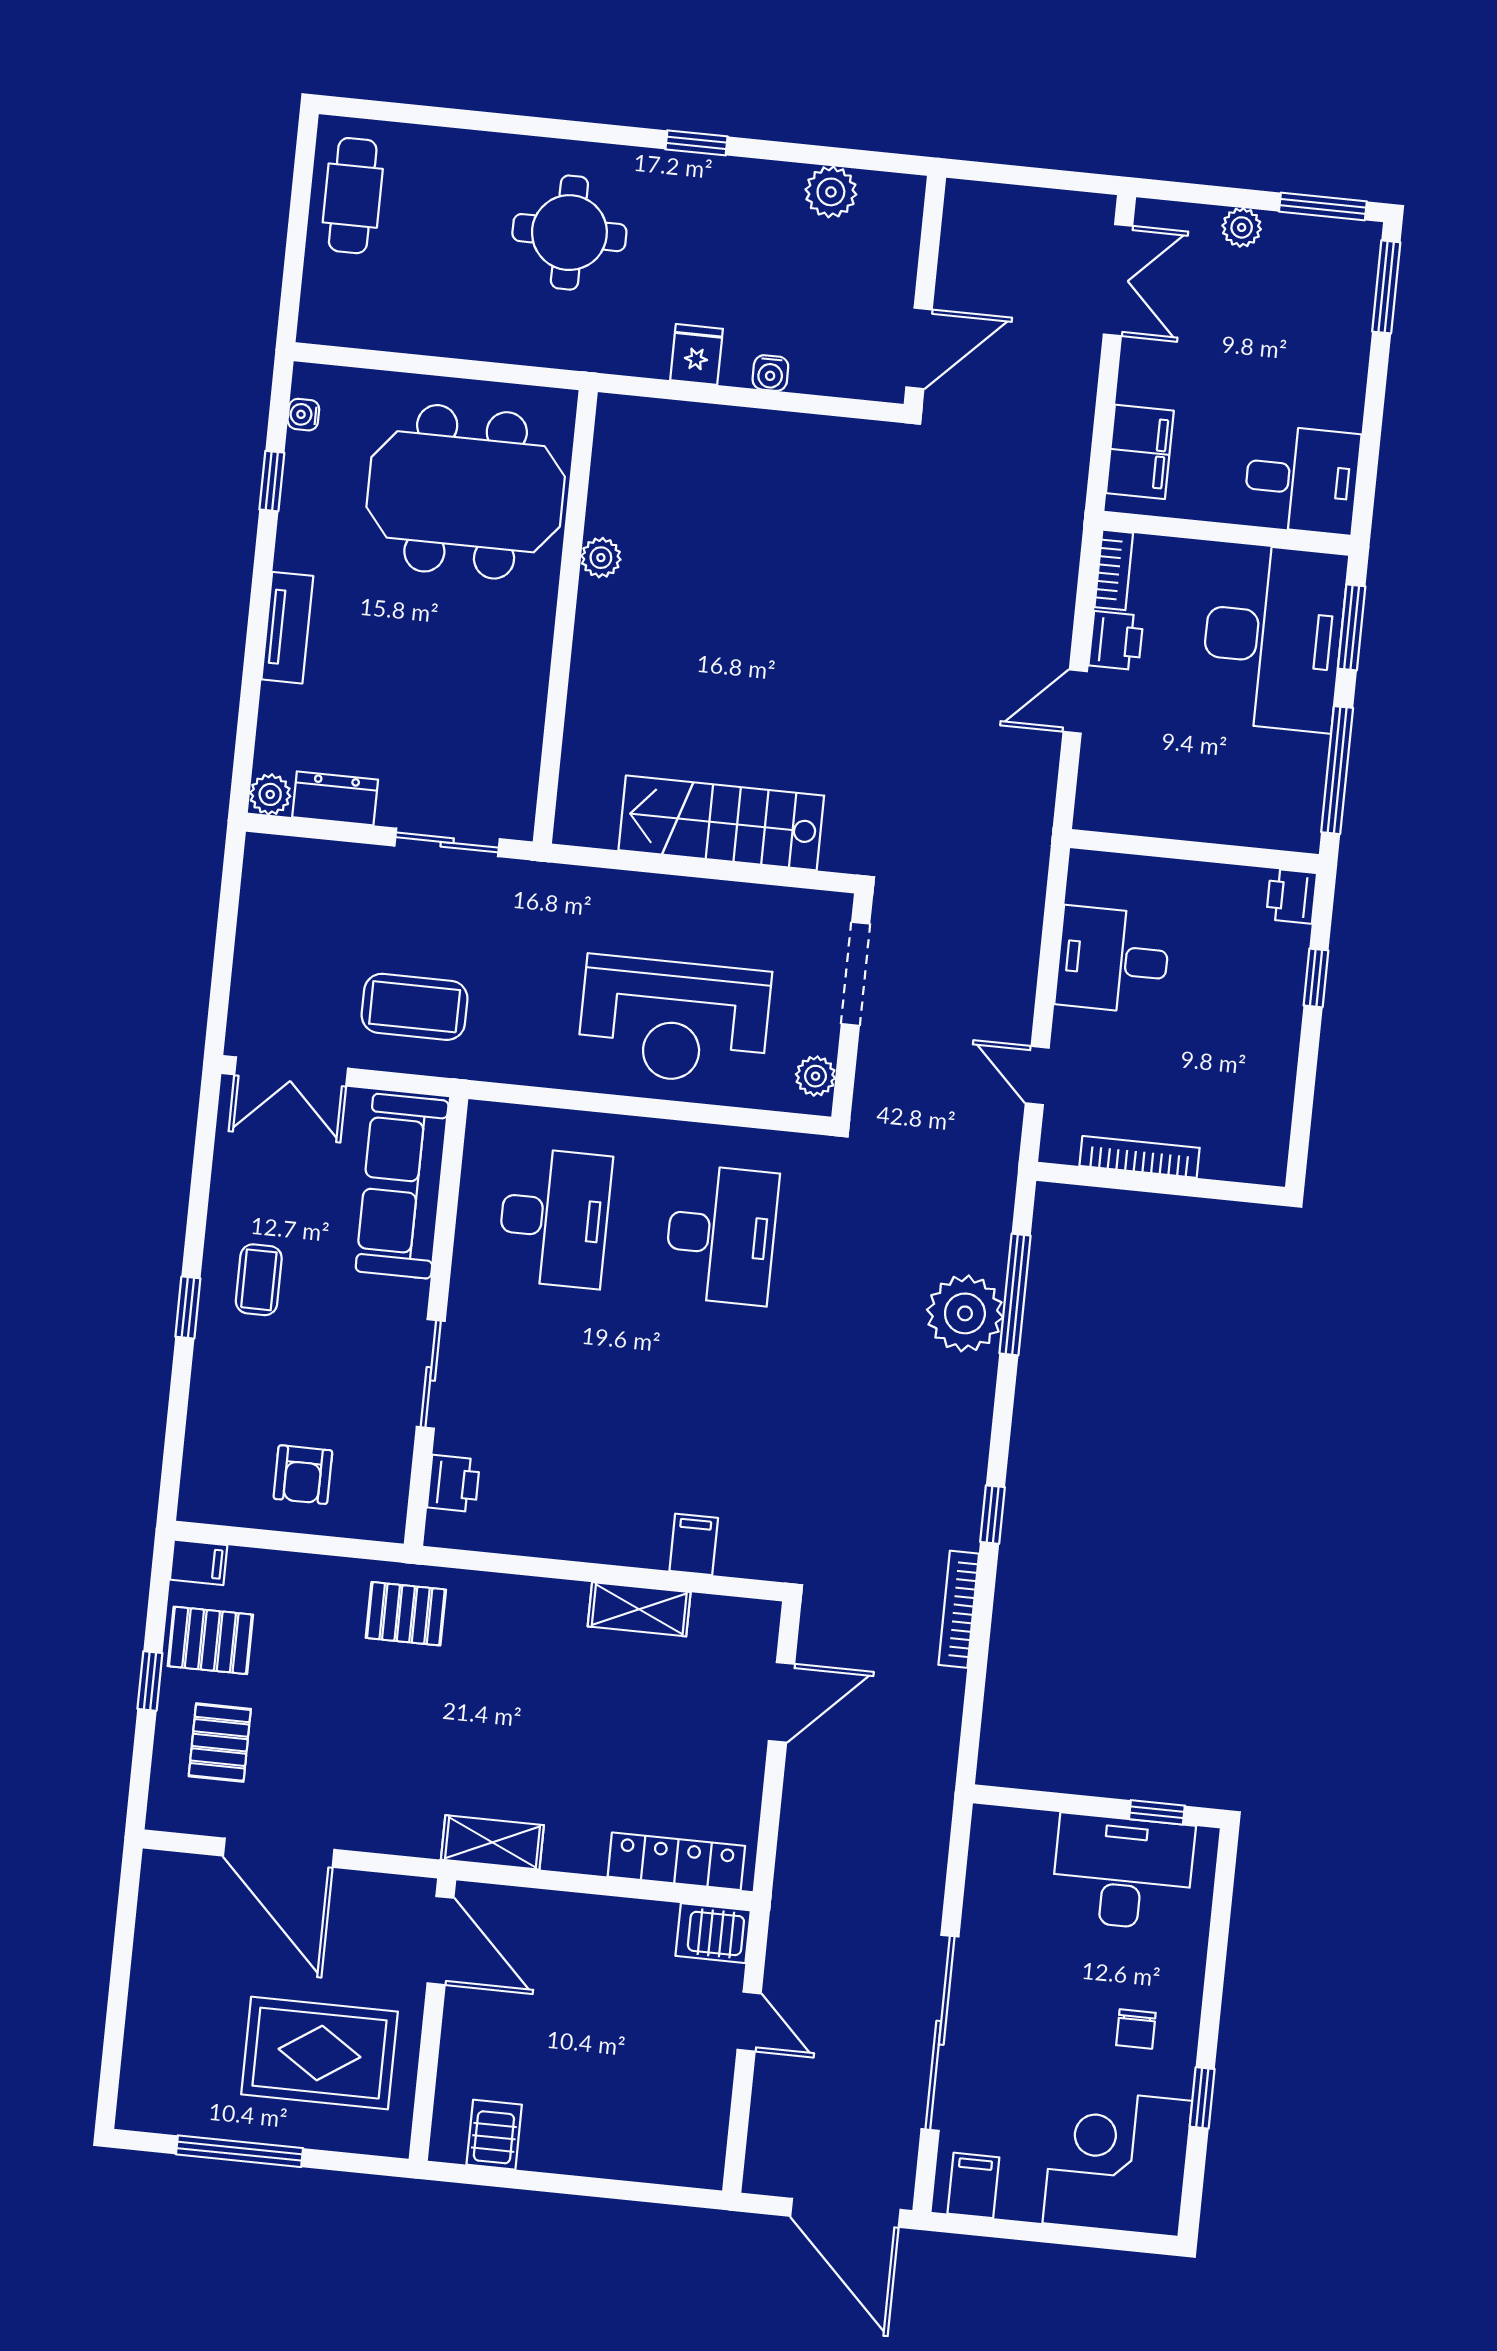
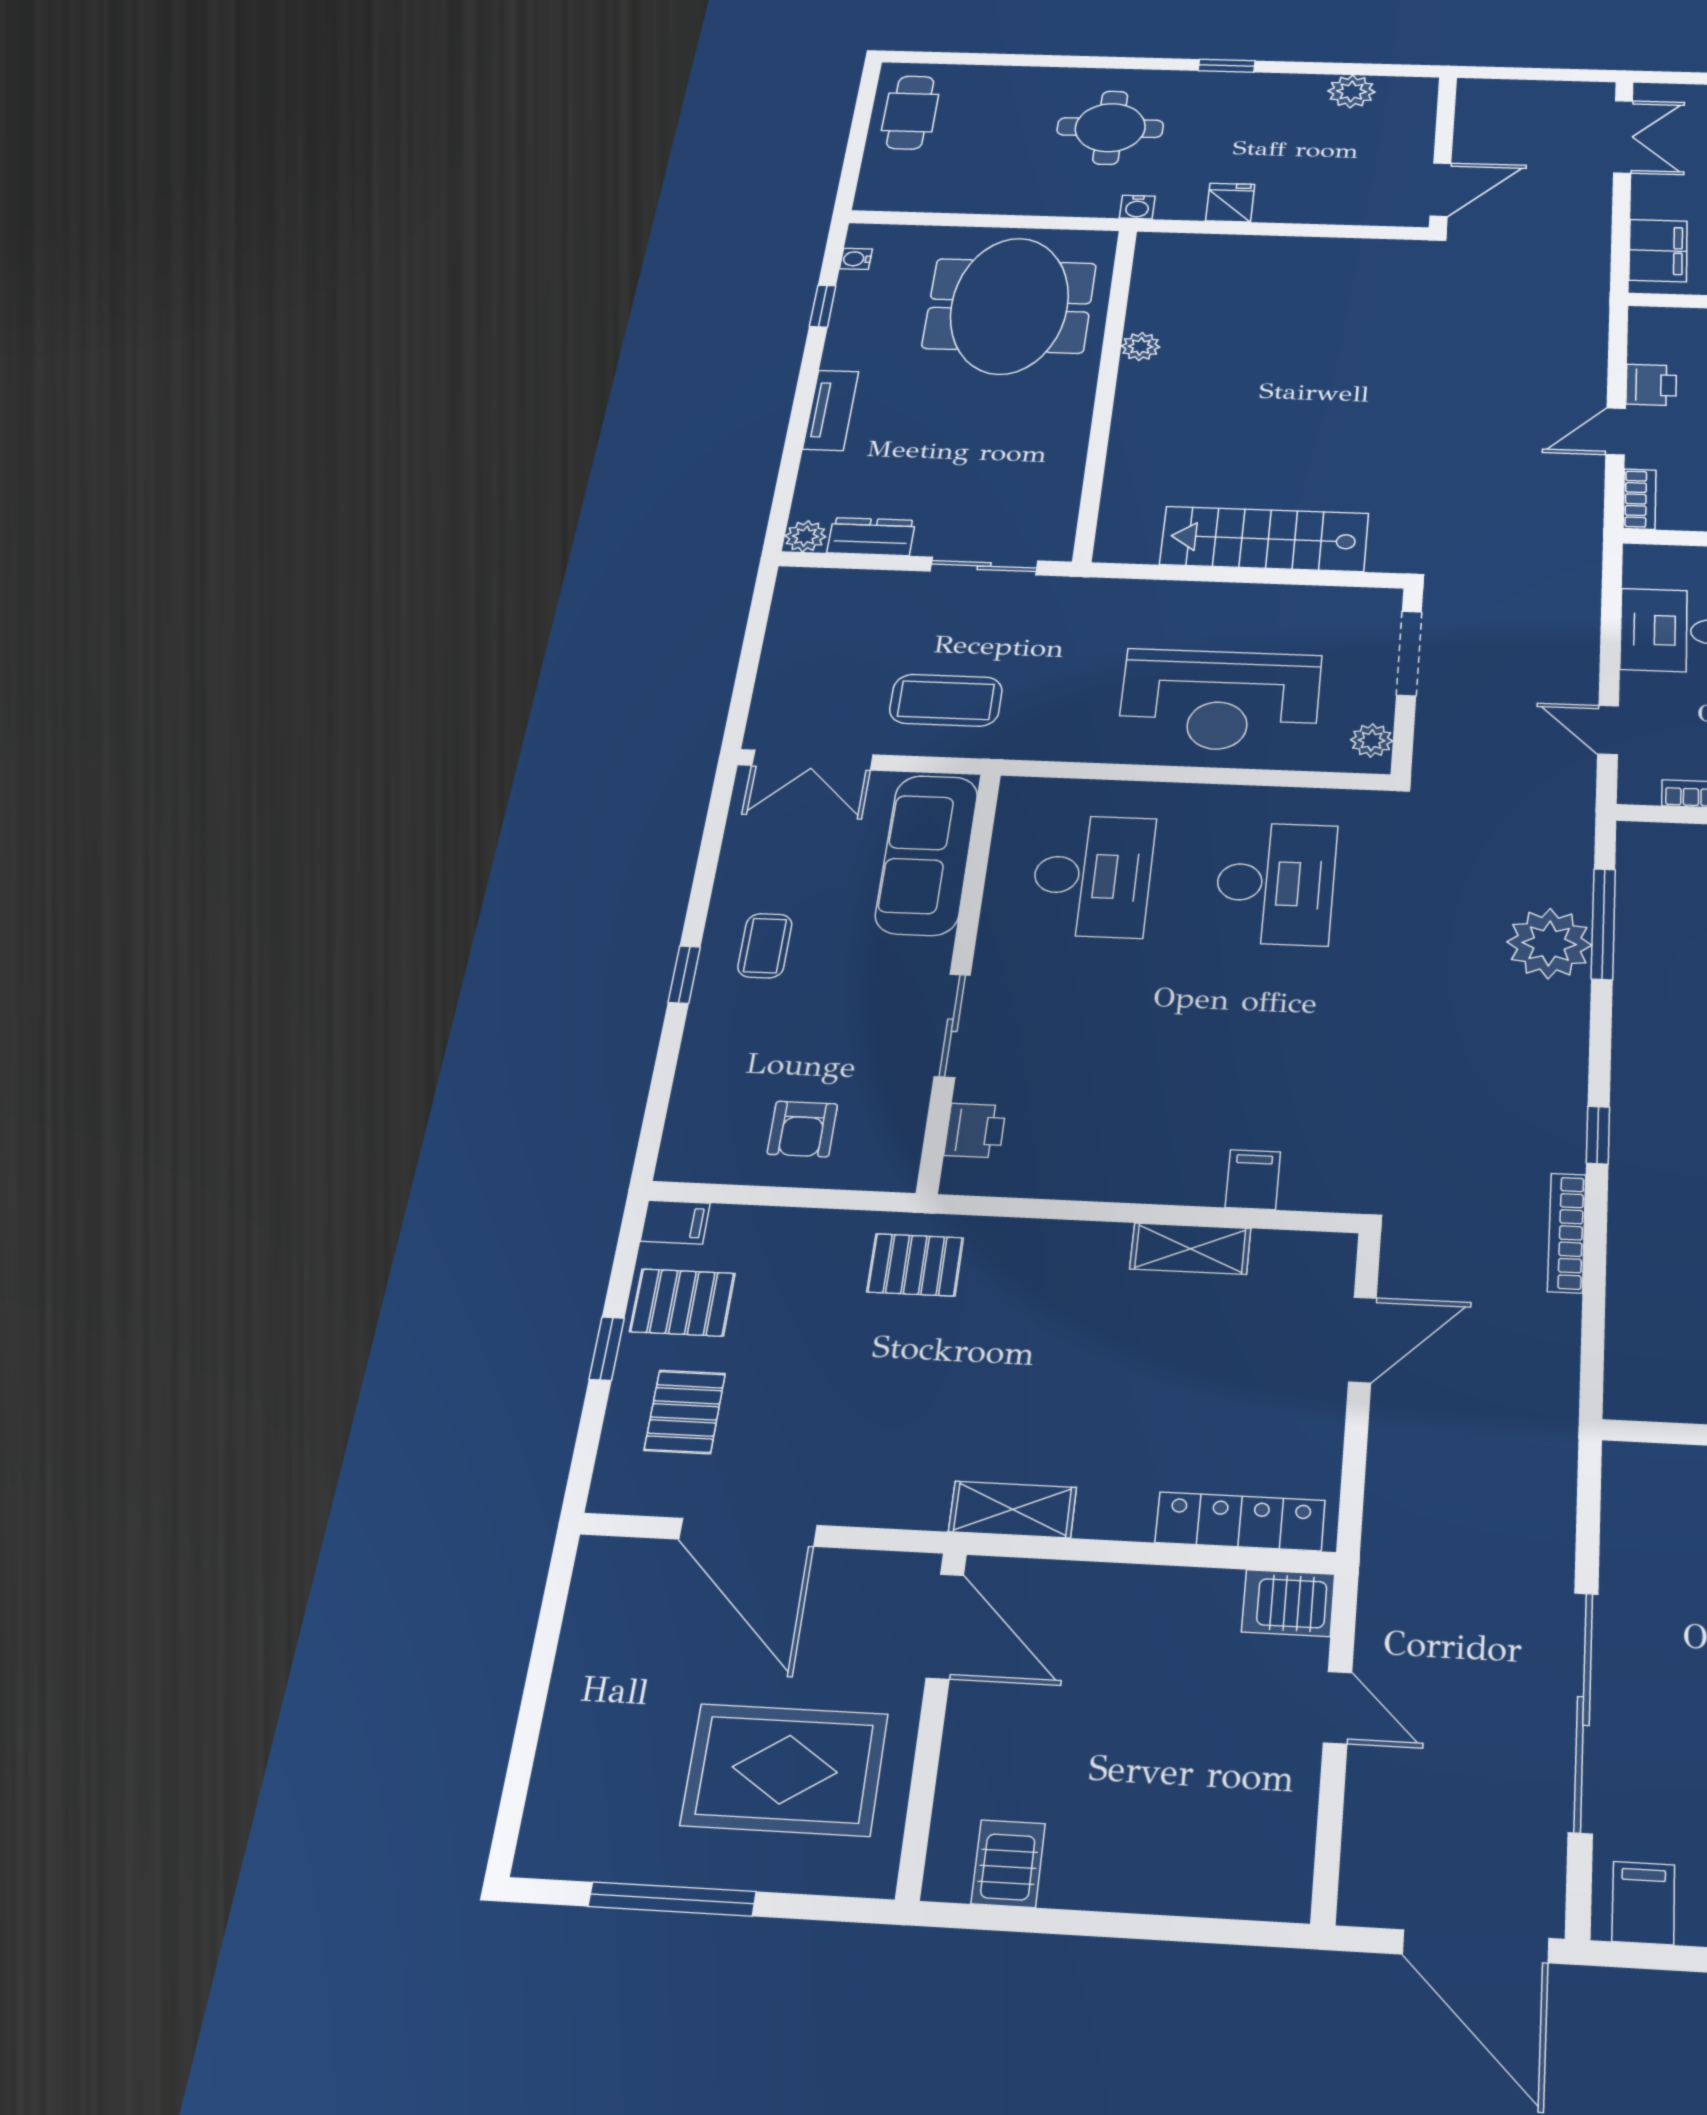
water cooler: (770, 373) -> (1137, 207), moved
meeting table: (466, 492) -> (1009, 306), turned 90
bookcase: (1114, 570) -> (1640, 499), moved

